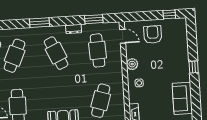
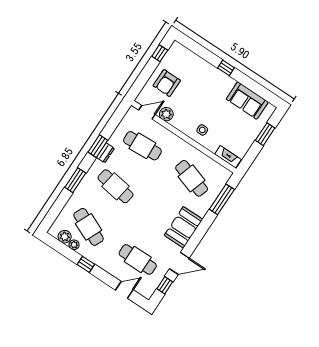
window: (94, 19) -> (98, 146), moved
armchair: (153, 35) -> (167, 83), turned -90
cafe table: (56, 53) -> (116, 186), turned 33
plant: (132, 64) -> (166, 114), moved

